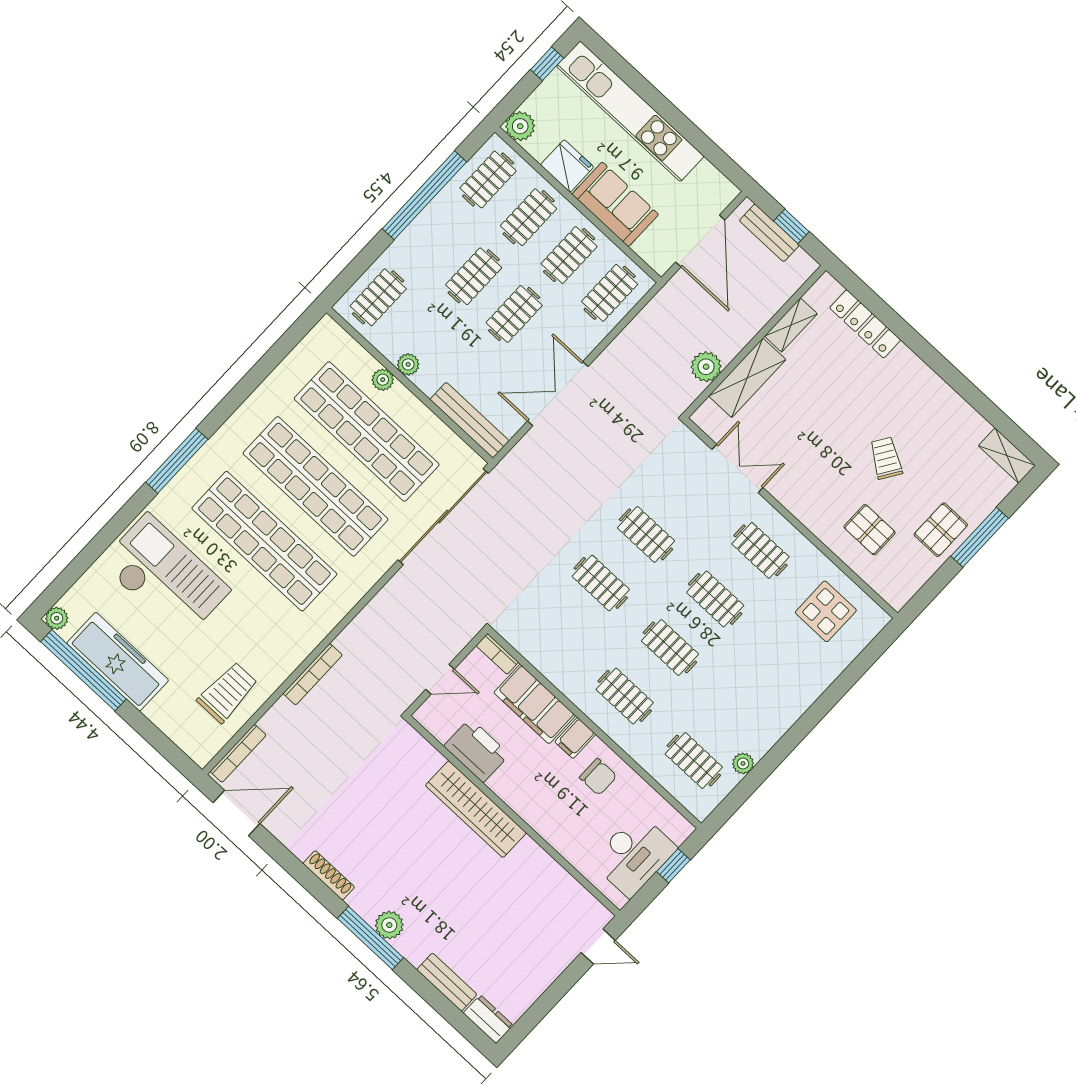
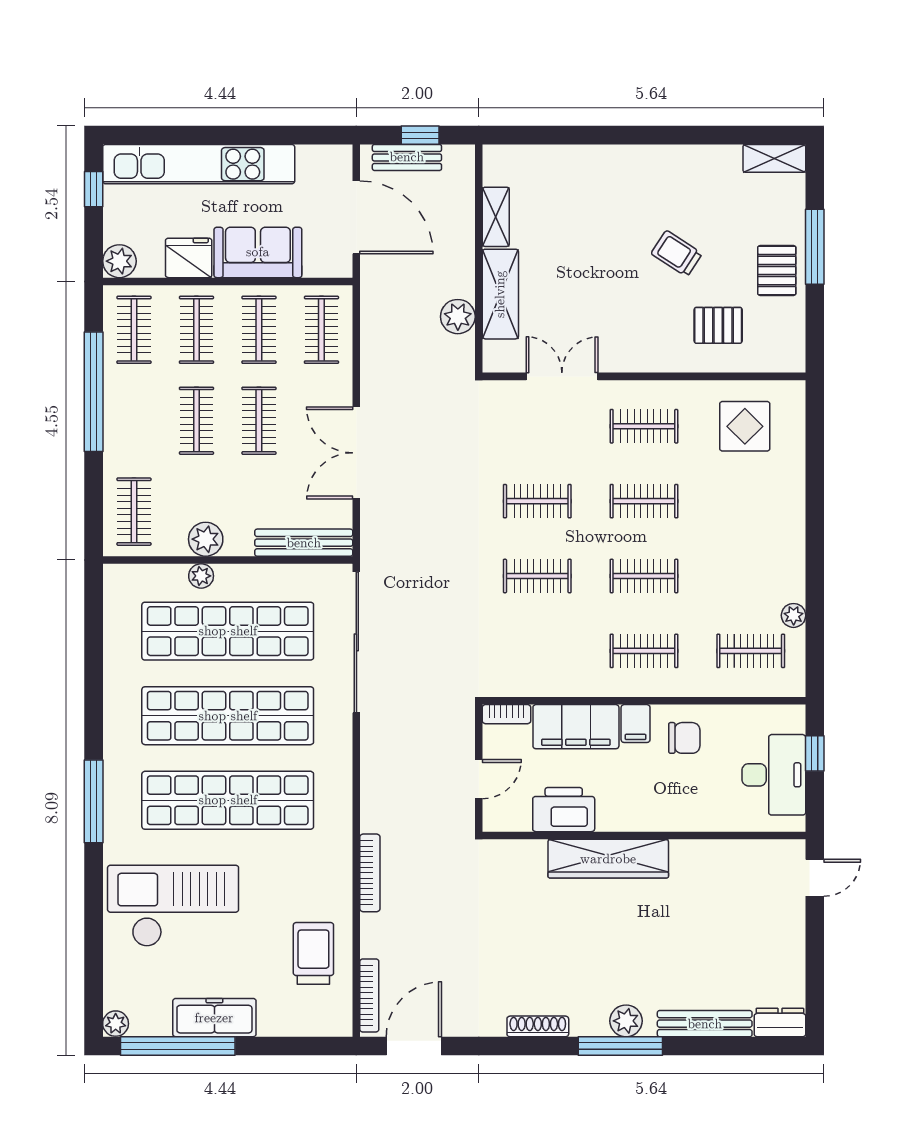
locker: (865, 324) -> (556, 159), removed
plant: (408, 364) -> (206, 539), width x1.38, depth x1.38
freezer: (118, 662) -> (214, 1018), width x0.73, depth x0.79
bench: (447, 982) -> (705, 1024), width x1.36

